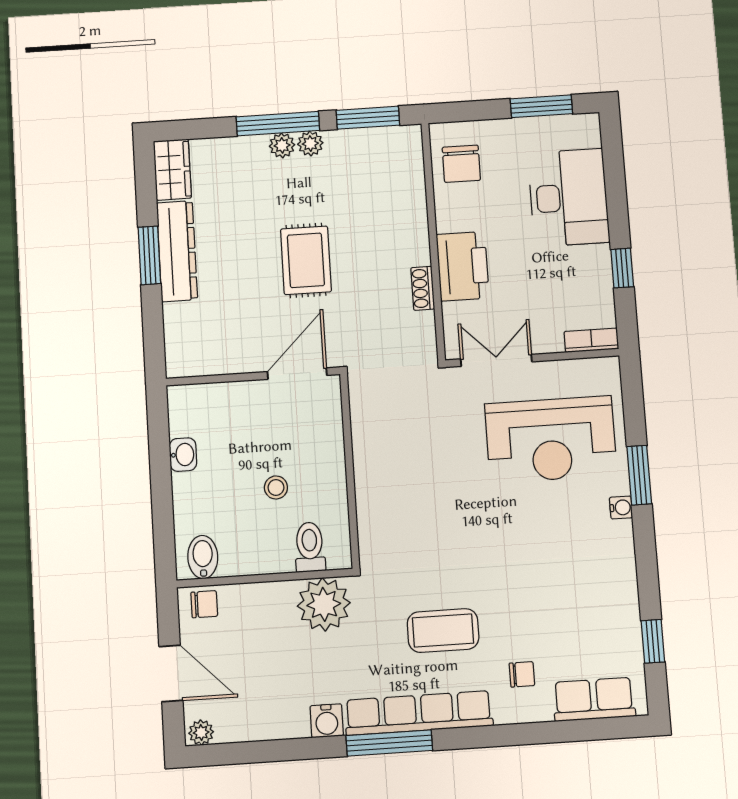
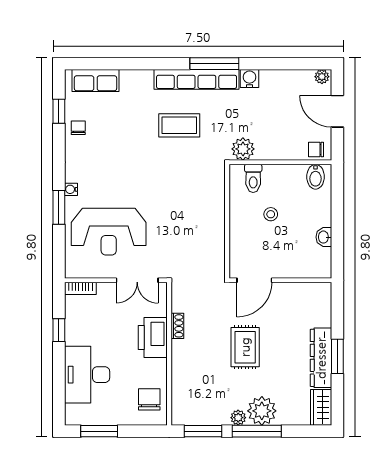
plant: (282, 145) -> (262, 411), width x1.88, depth x1.88
reception desk: (551, 439) -> (109, 232), turned 180
plant: (324, 604) -> (243, 149), width x0.73, depth x0.73
chair: (522, 674) -> (78, 128), moved, turned 90

